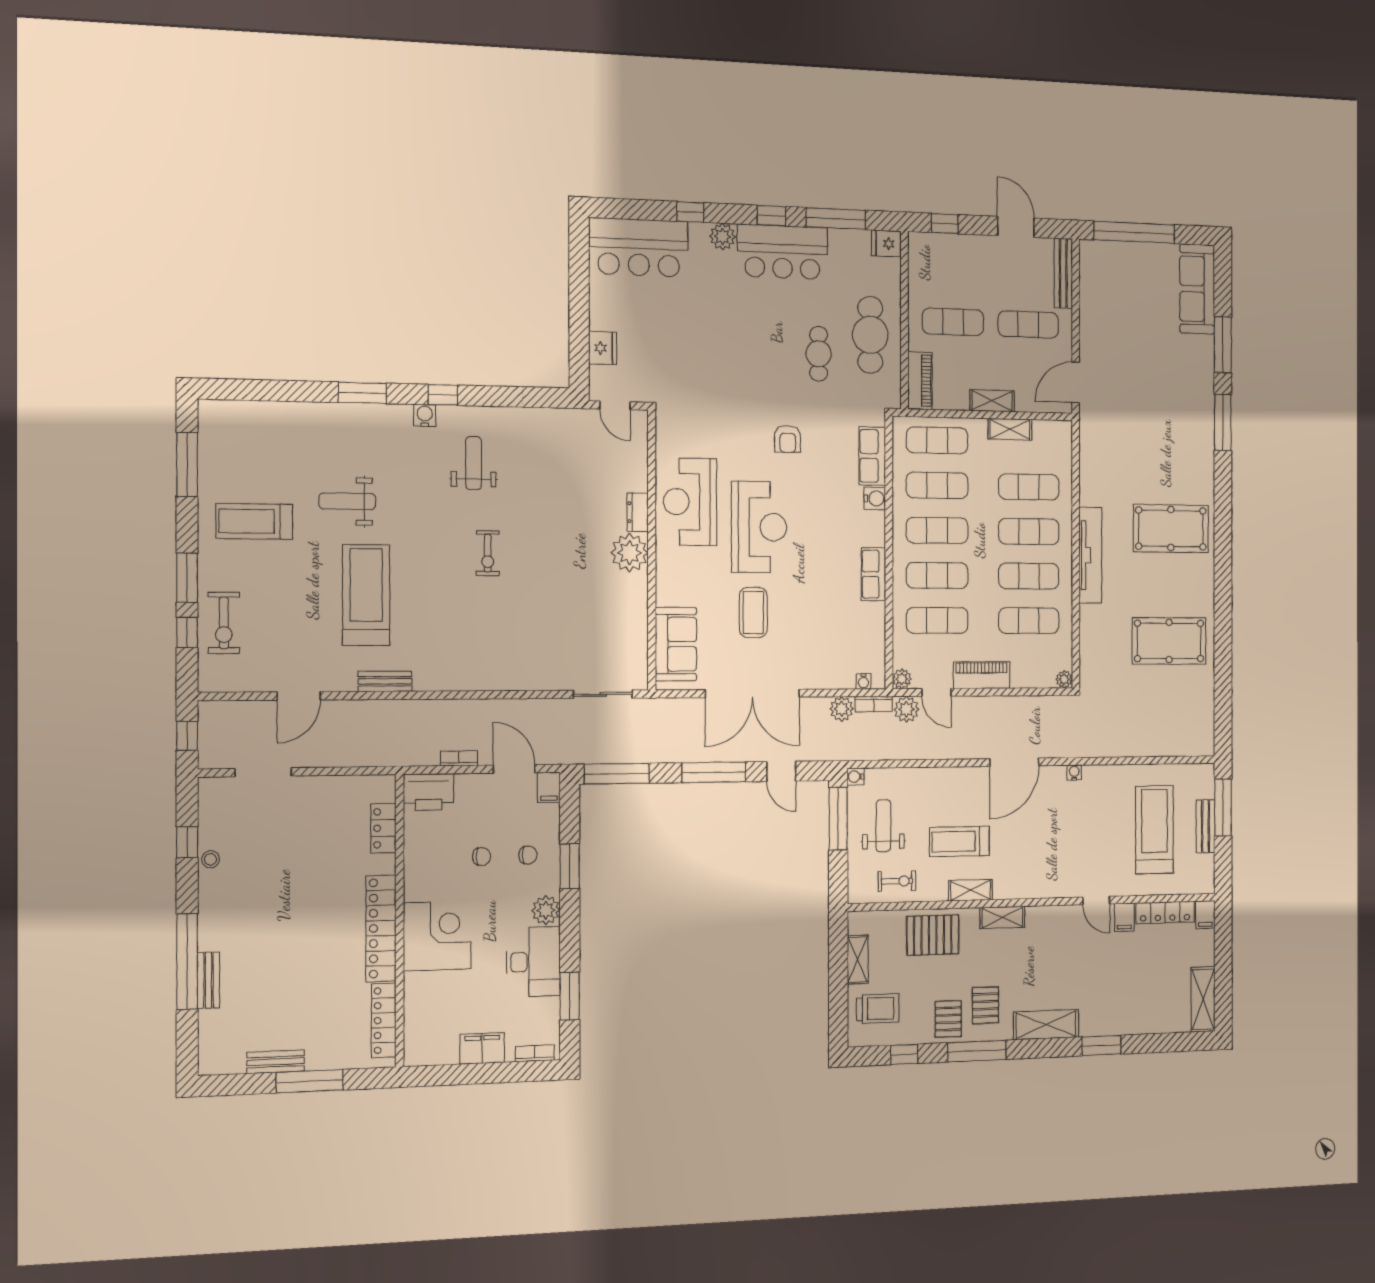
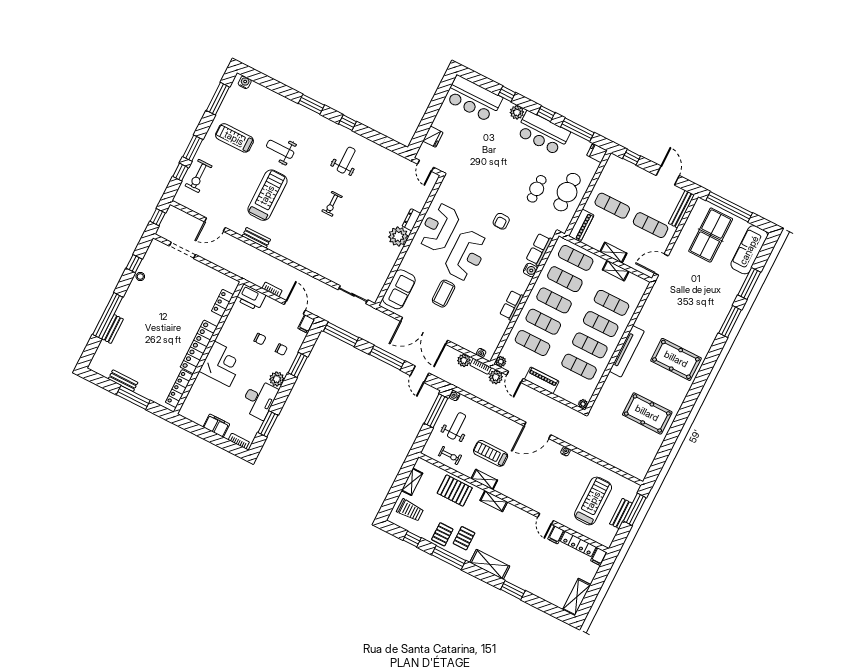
table tennis table: (1128, 294) -> (711, 235), added
water cooler: (425, 415) -> (245, 82), moved

